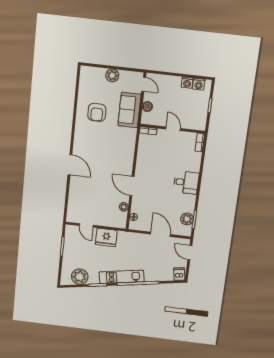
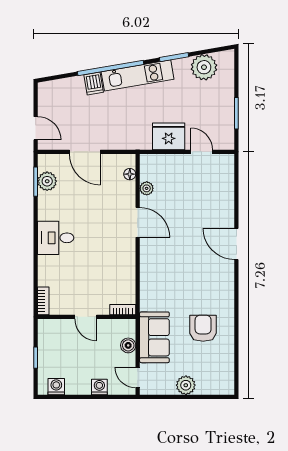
washing machine: (187, 83) -> (99, 387), moved
dishwasher: (179, 274) -> (94, 83), moved

